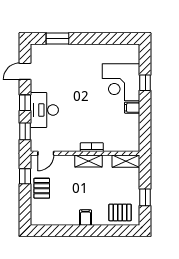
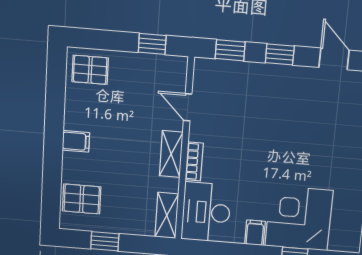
desk: (44, 110) -> (206, 212), moved, turned -90
door: (46, 153) -> (188, 107), moved
pallet: (42, 188) -> (90, 70), moved
pallet: (120, 212) -> (82, 199), turned 90

